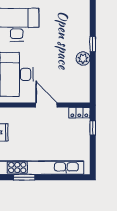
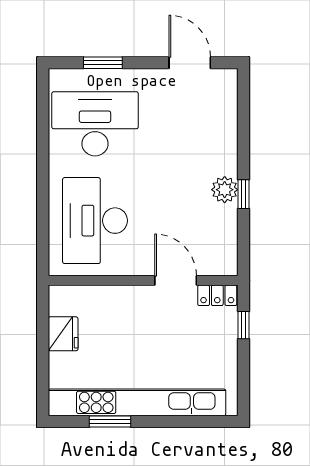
window: (93, 44) -> (243, 194), moved
door: (46, 105) -> (176, 280), moved

